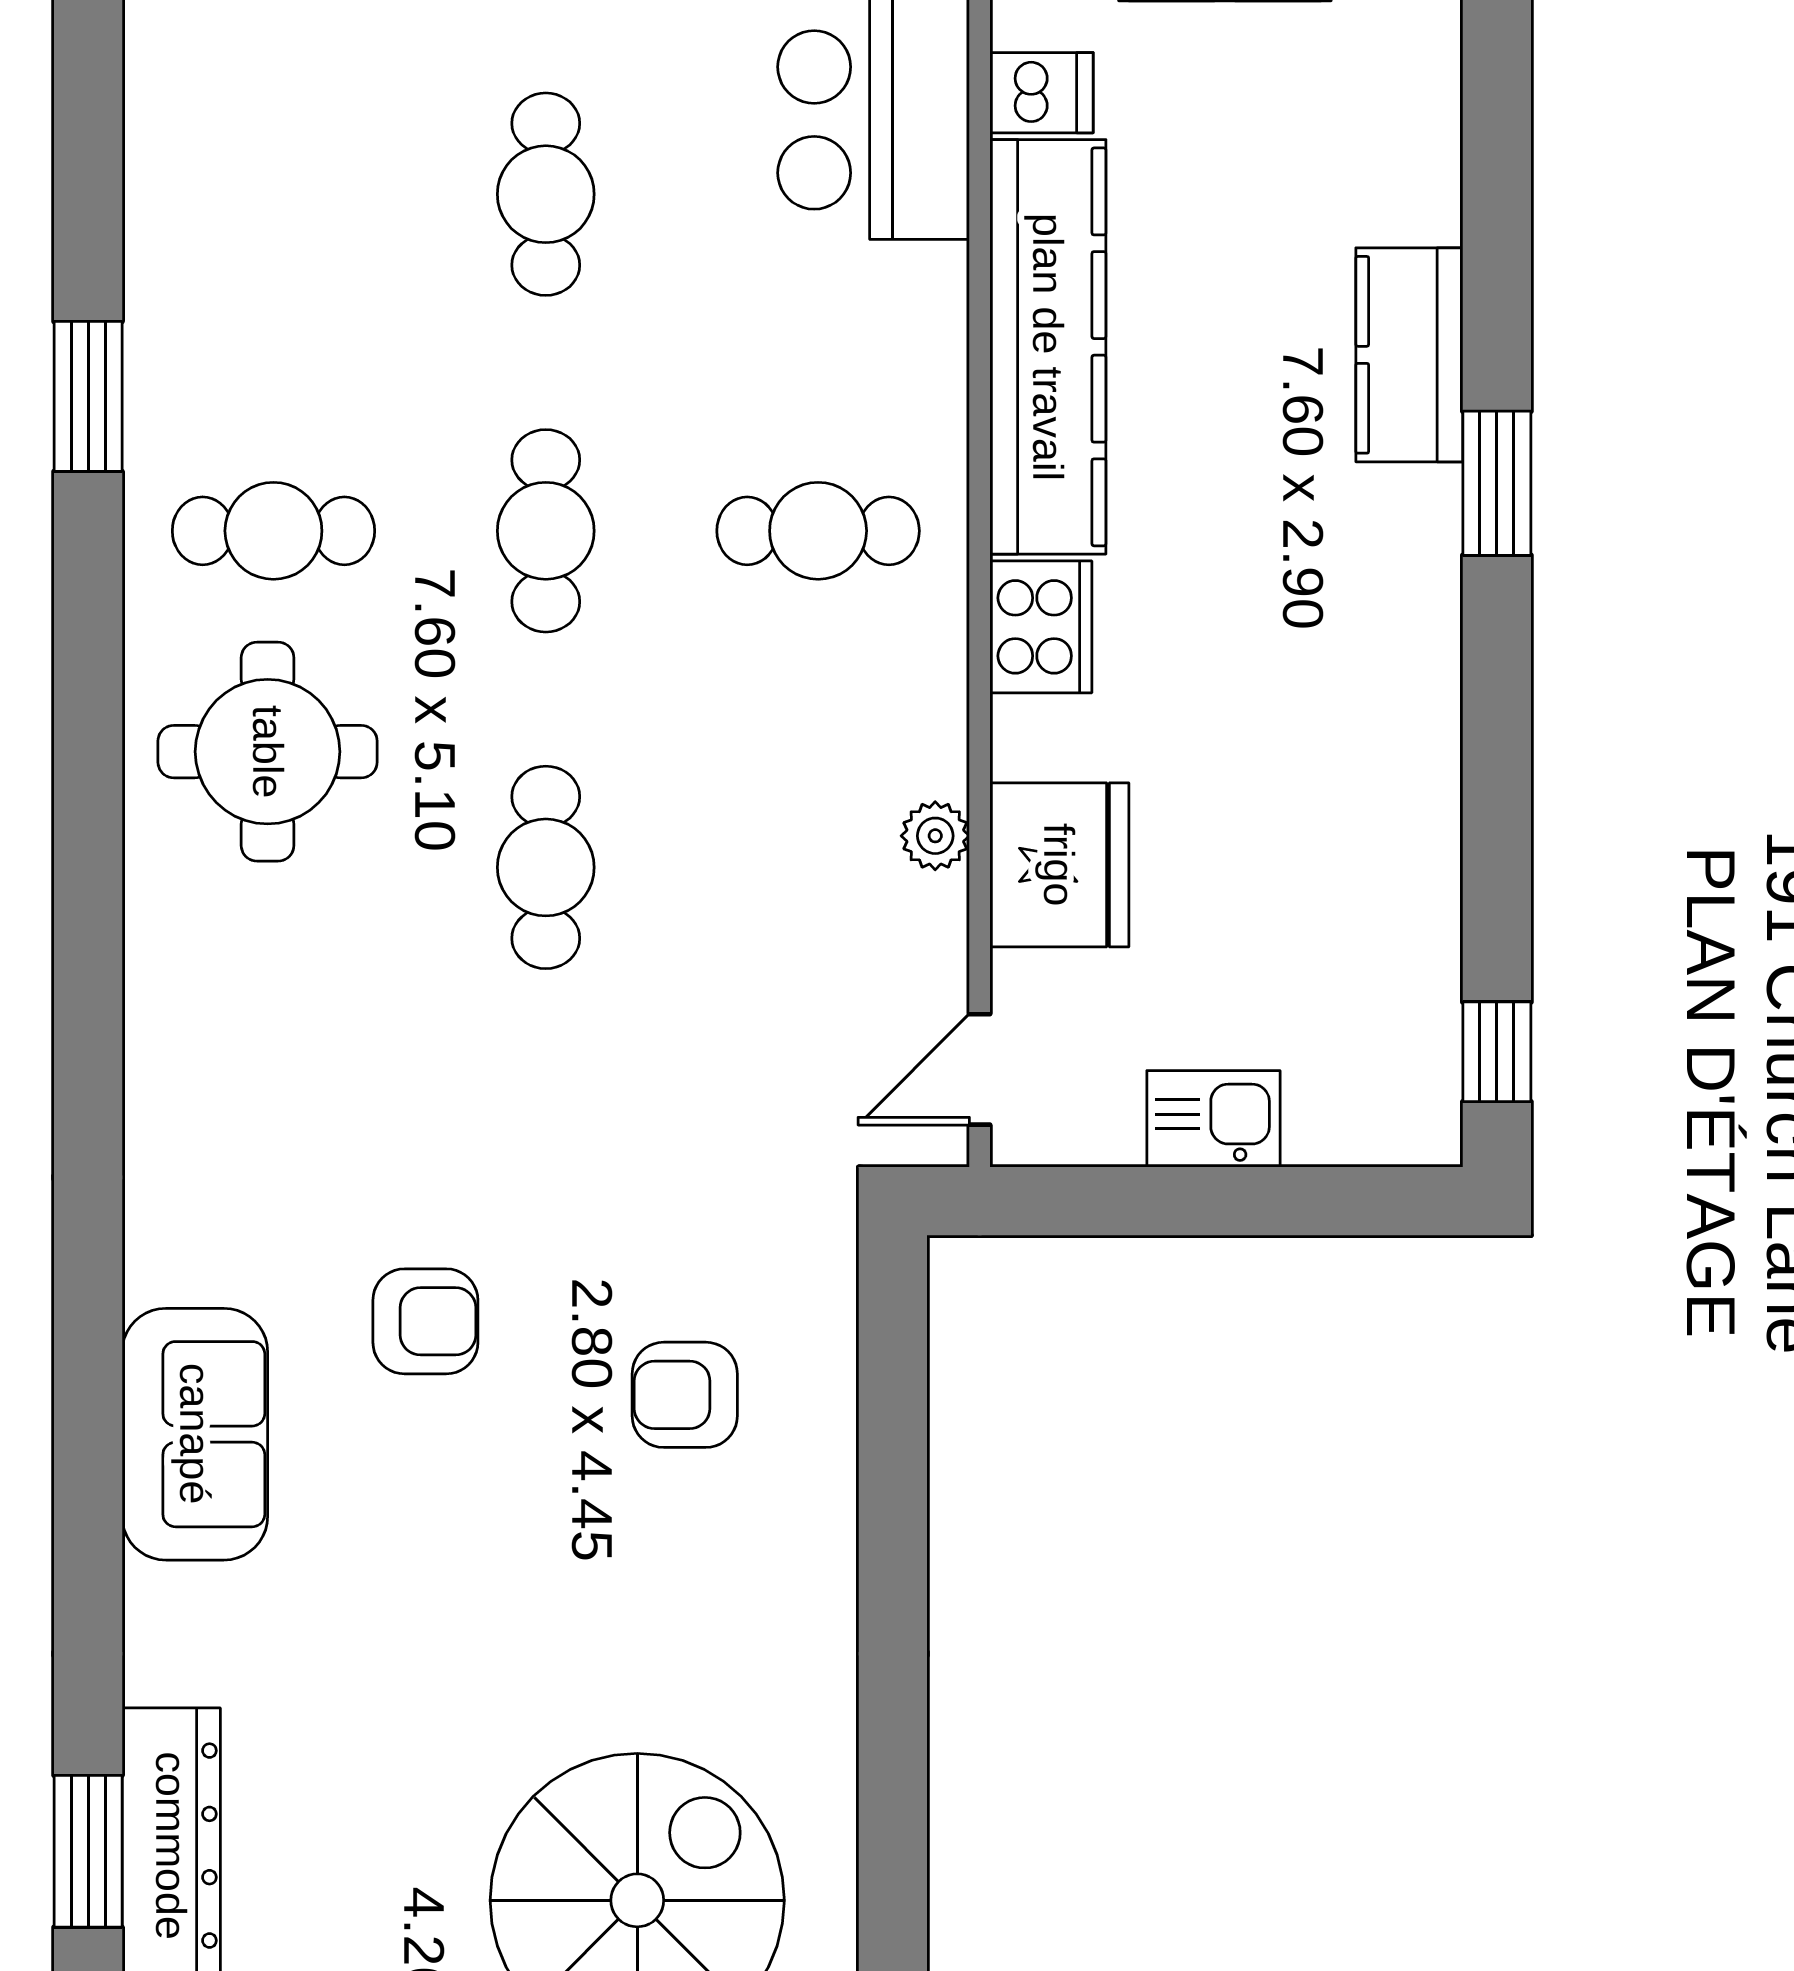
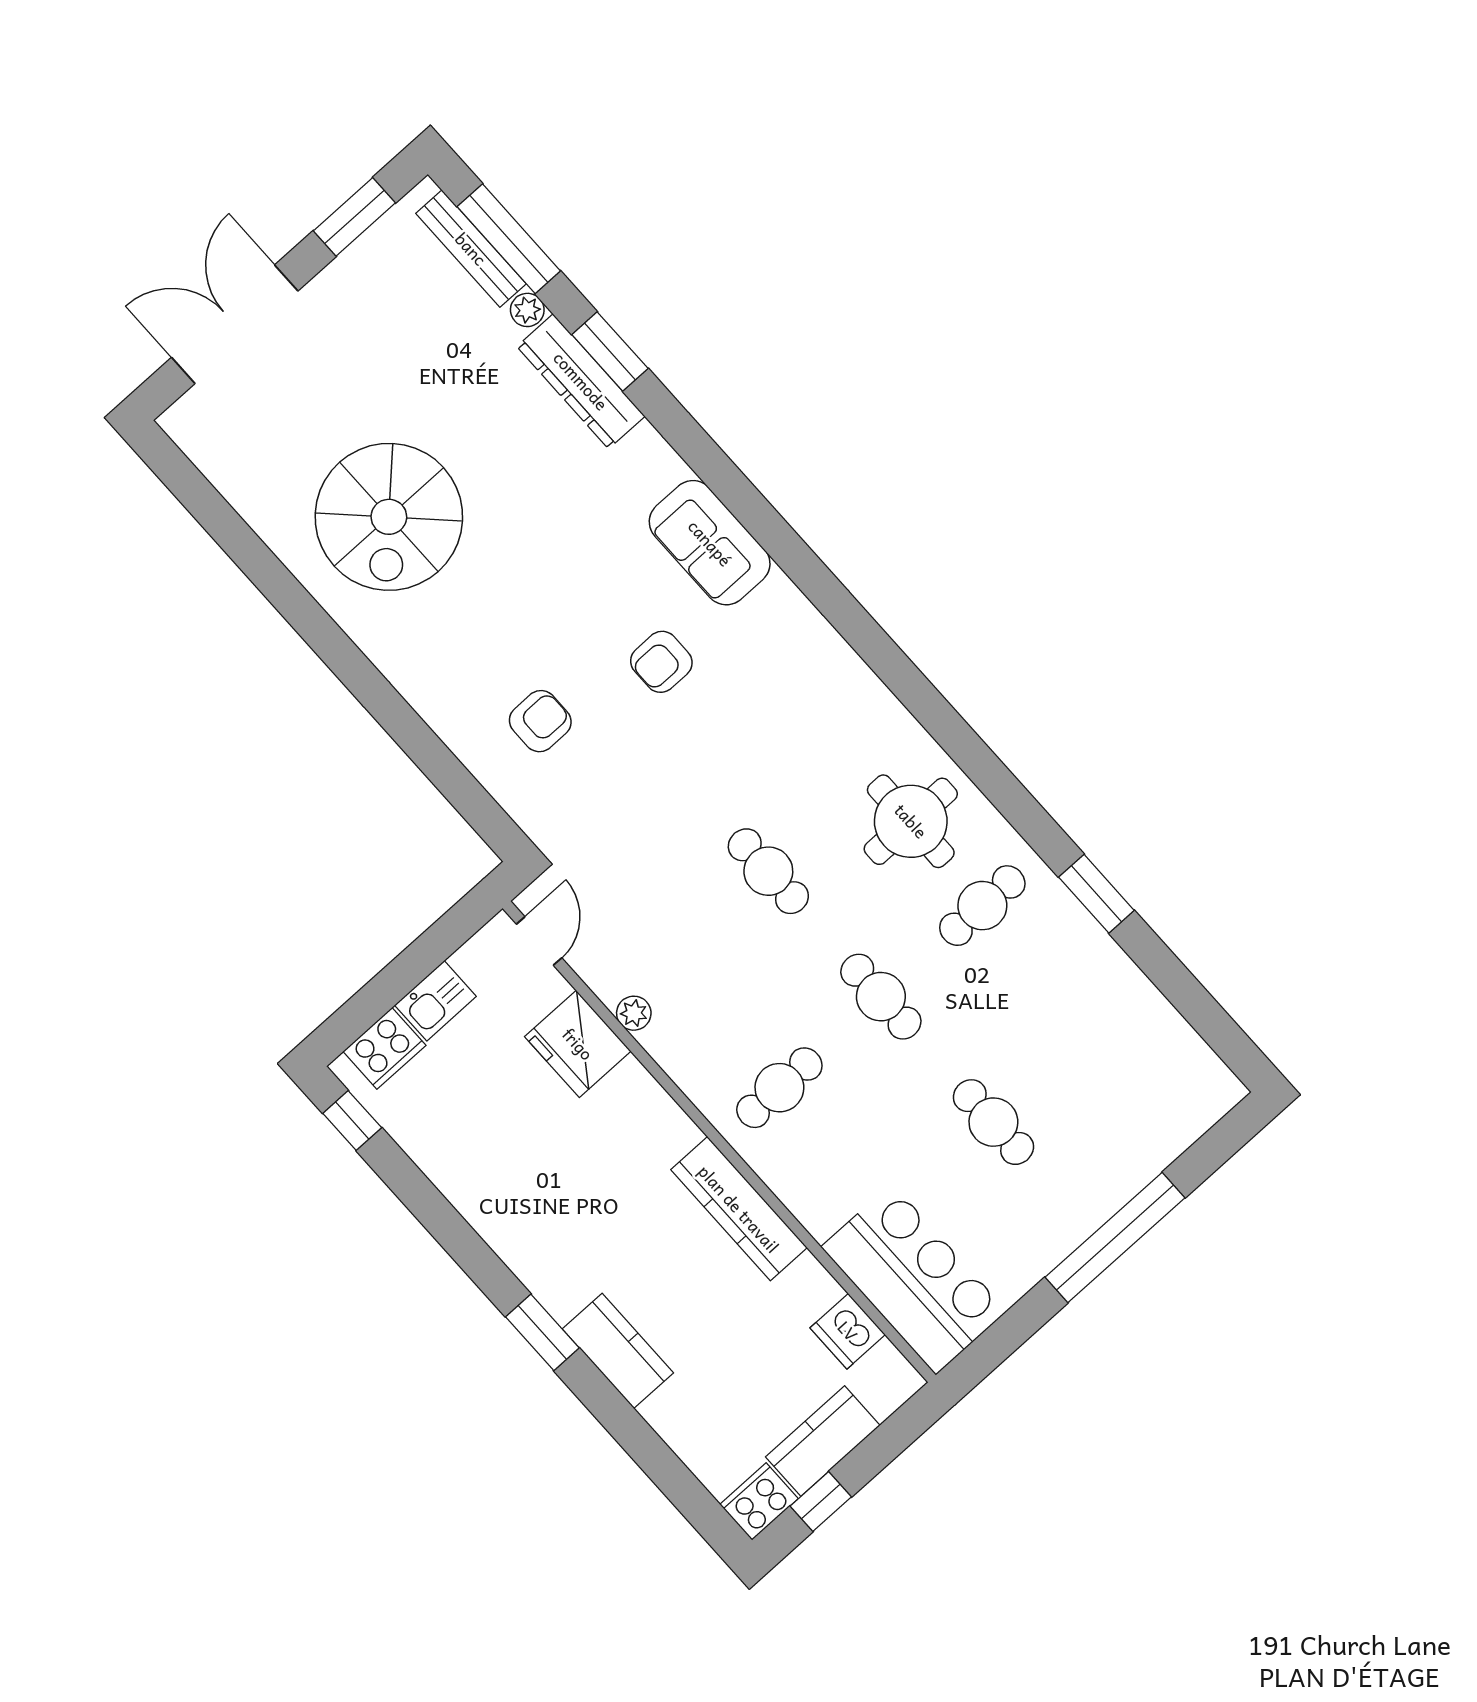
dishwasher: (1042, 93) -> (848, 1331), width x1.38
kitchen counter: (1048, 347) -> (739, 1209), width x0.72, depth x0.86
cooker: (1041, 627) -> (384, 1048), moved, turned -90

